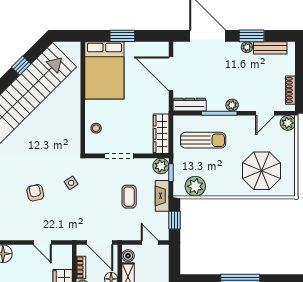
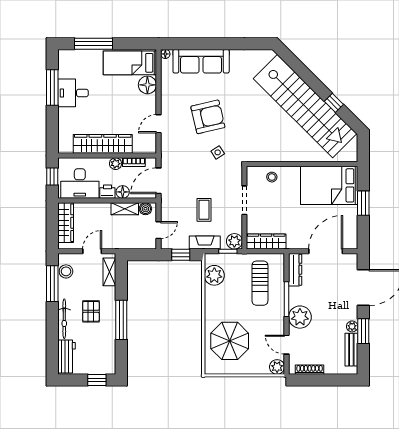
plant: (232, 105) -> (300, 317), width x1.87, depth x1.87
armchair: (35, 193) -> (208, 117), width x1.88, depth x1.88
coffee table: (129, 197) -> (204, 210), turned 90

